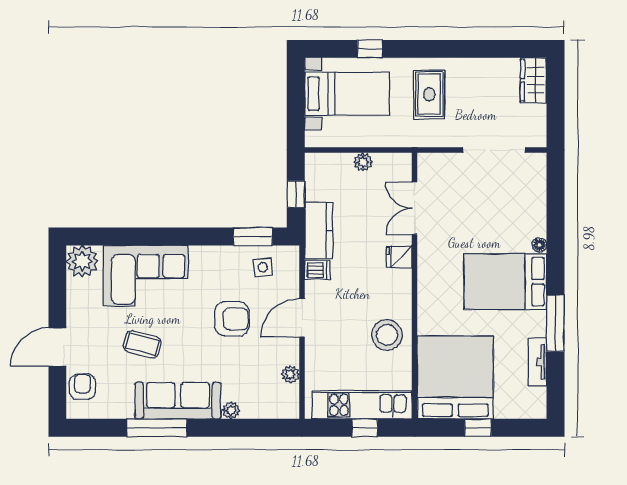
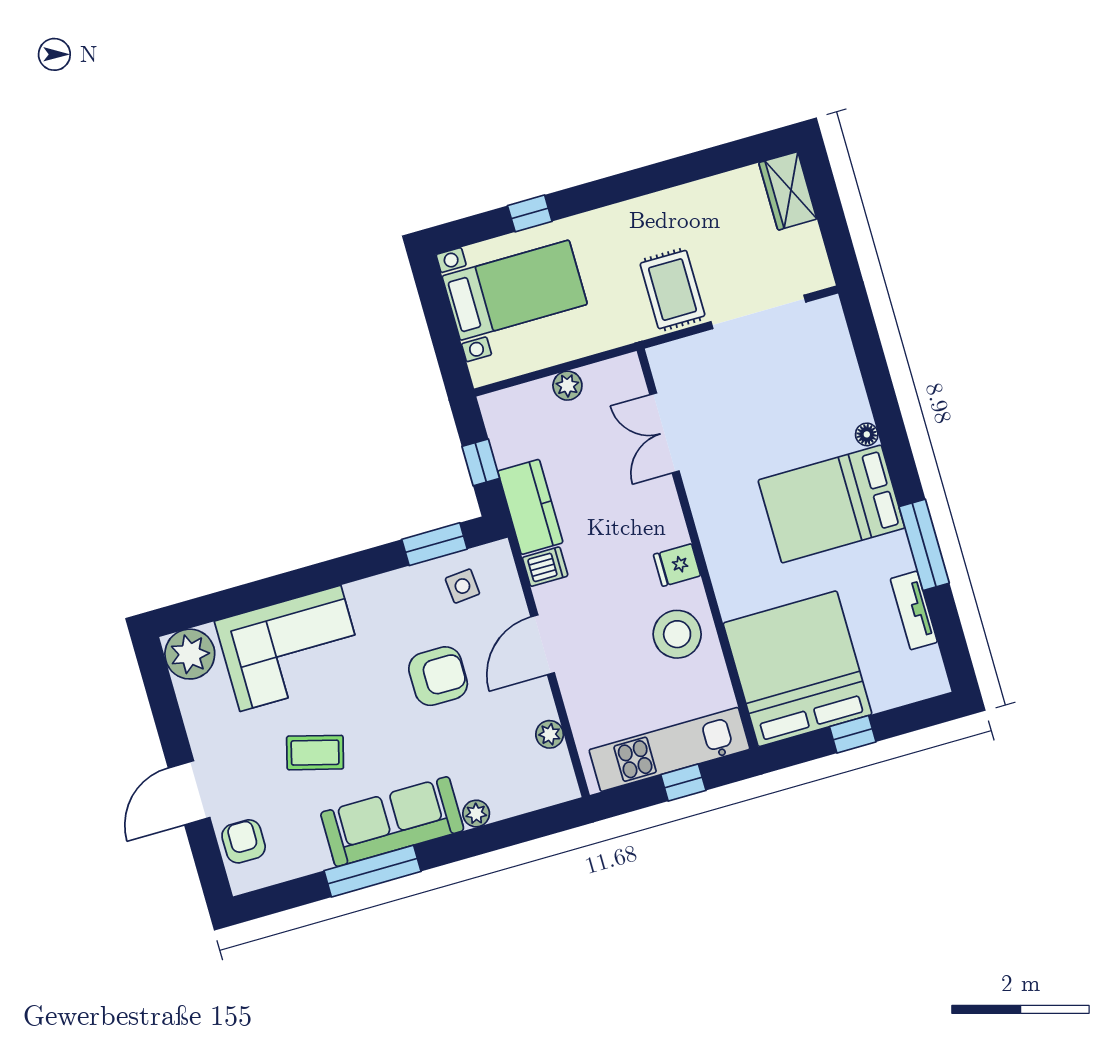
rug: (429, 94) -> (672, 290), moved
fridge: (399, 257) -> (677, 565), moved

